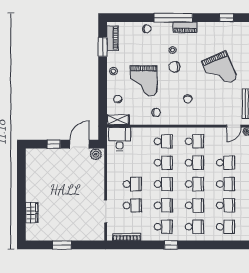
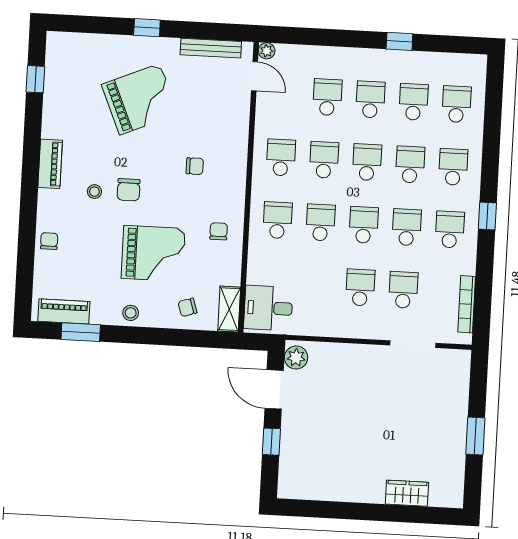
window: (173, 18) -> (29, 186), removed

